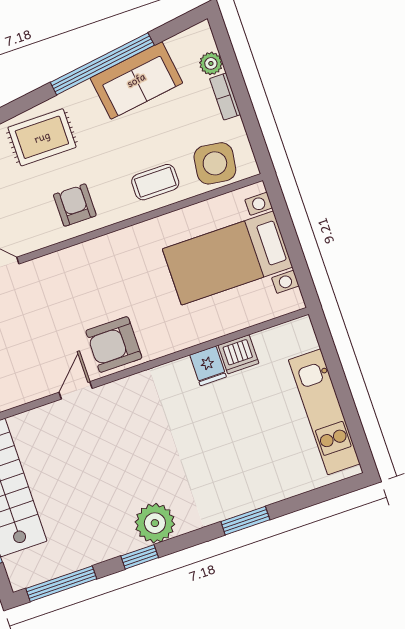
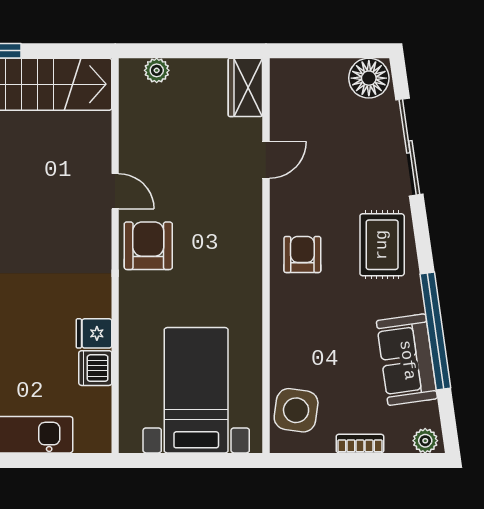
plant: (211, 63) -> (425, 441), moved
coffee table: (155, 182) -> (298, 344), removed
armchair: (75, 205) -> (302, 255), turned -90

